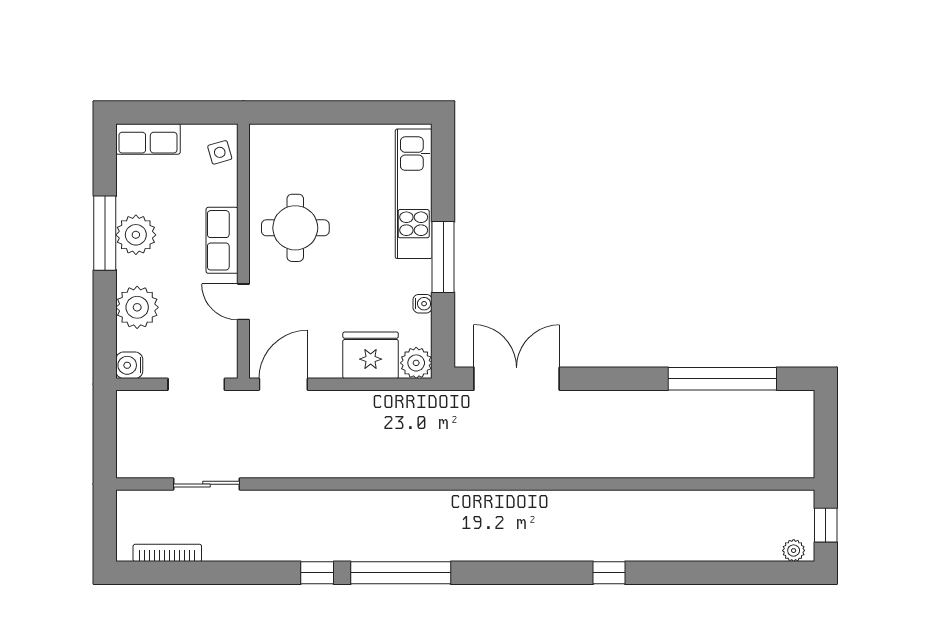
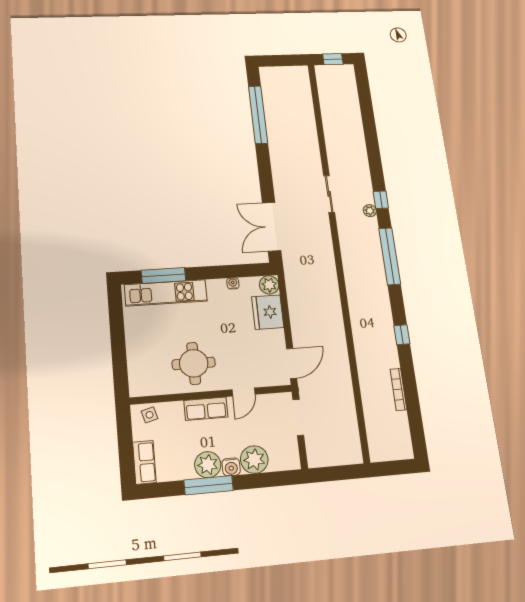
window: (443, 257) -> (163, 276), moved
water cooler: (129, 365) -> (231, 467), moved
door: (283, 384) -> (292, 363), swing flipped
sliding door: (207, 484) -> (329, 194), moved
plant: (794, 551) -> (370, 211), moved
bookcase: (167, 553) -> (398, 389), moved
window: (401, 573) -> (390, 256), moved
window: (609, 573) -> (381, 200), moved

